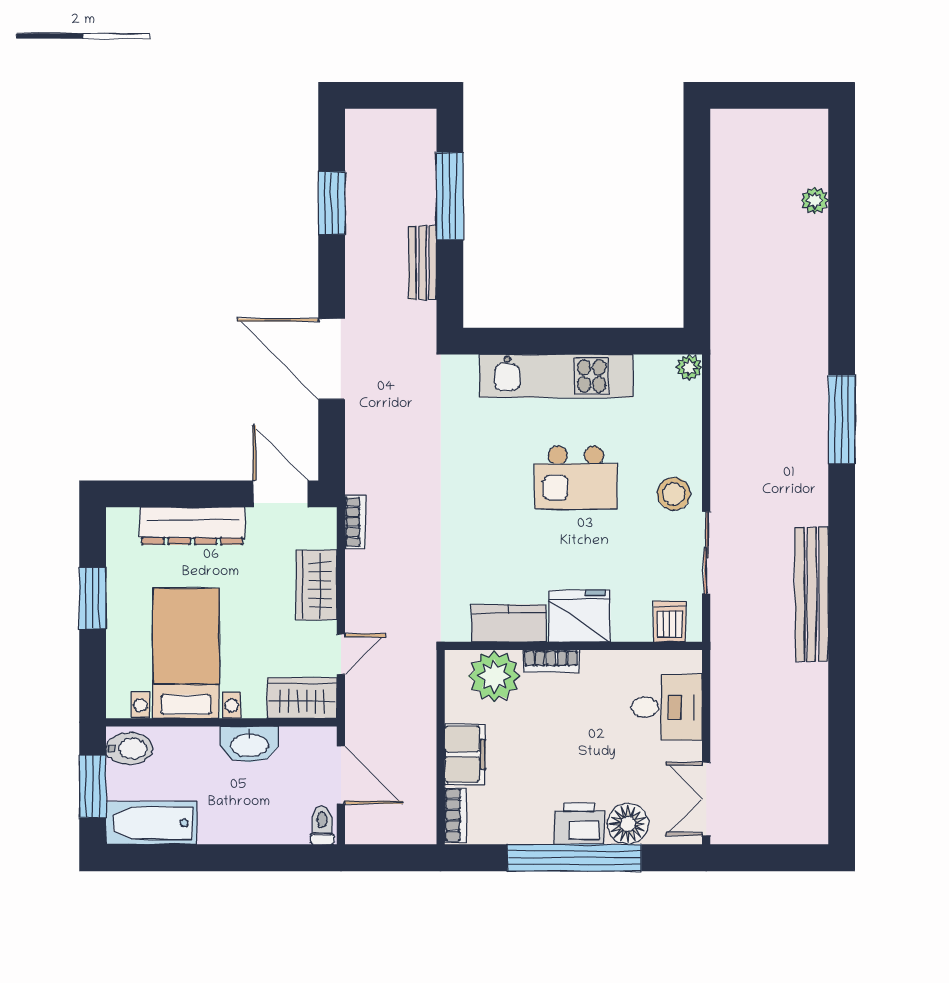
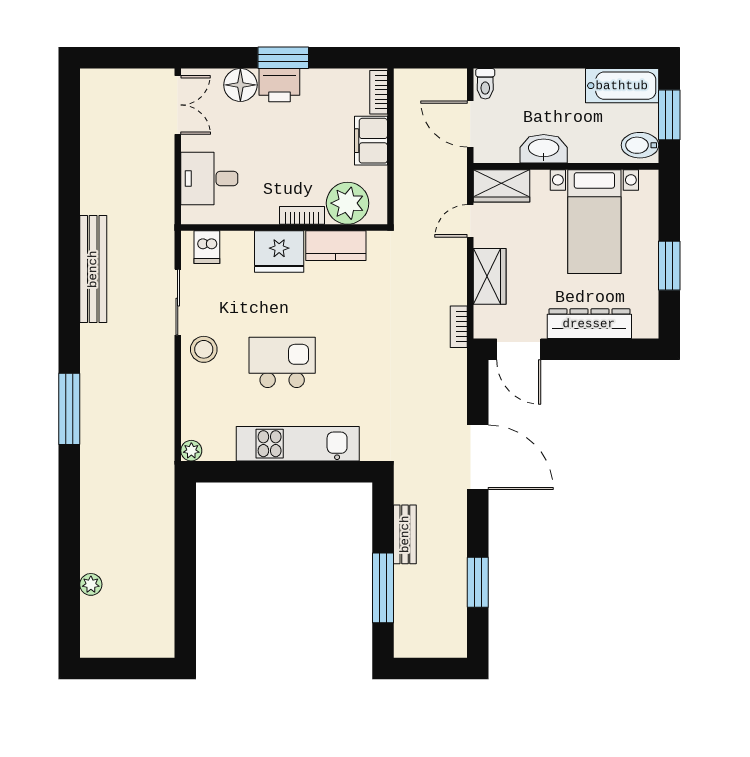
window: (574, 858) -> (283, 58), width x0.47

